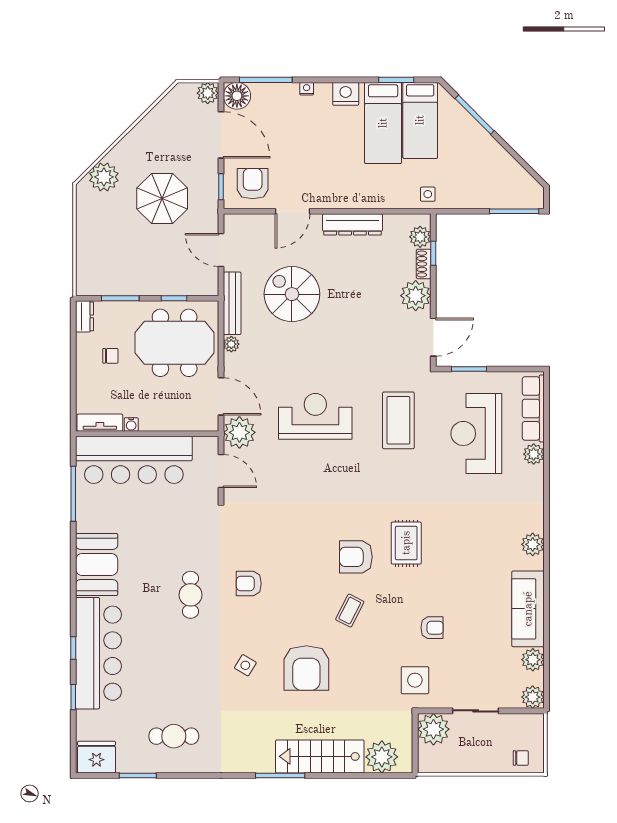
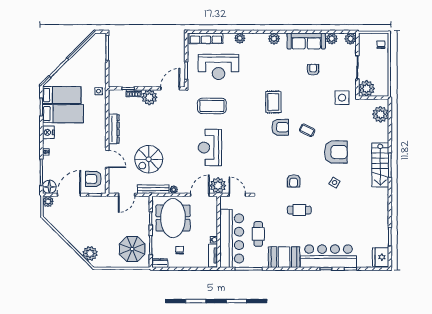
parasol: (162, 199) -> (132, 249), moved
plant: (420, 237) -> (120, 95), removed
door: (433, 337) -> (170, 88), hinge flipped
plant: (534, 454) -> (240, 38), moved
door: (221, 471) -> (237, 195), hinge flipped
rug: (406, 543) -> (273, 102), turned 90
armchair: (356, 557) -> (280, 127), turned -90
armchair: (432, 628) -> (313, 70), moved
cafe table: (174, 736) -> (258, 234), moved
stairs: (320, 756) -> (380, 165), moved

